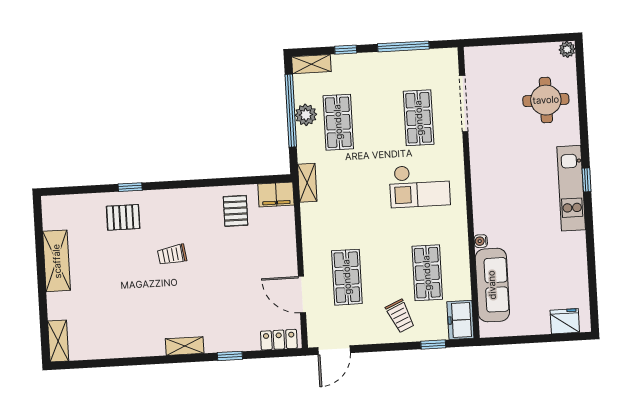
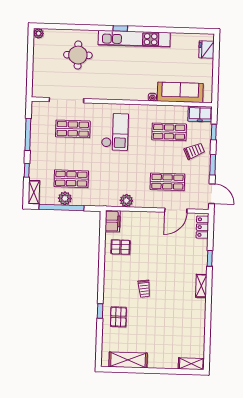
round table: (546, 100) -> (78, 55), moved
shelving: (307, 183) -> (107, 201), removed
kitchen unit: (571, 188) -> (134, 39), width x1.36
plant: (311, 214) -> (126, 201), added
shelving: (57, 261) -> (128, 360), moved
window: (381, 347) -> (213, 165), added

